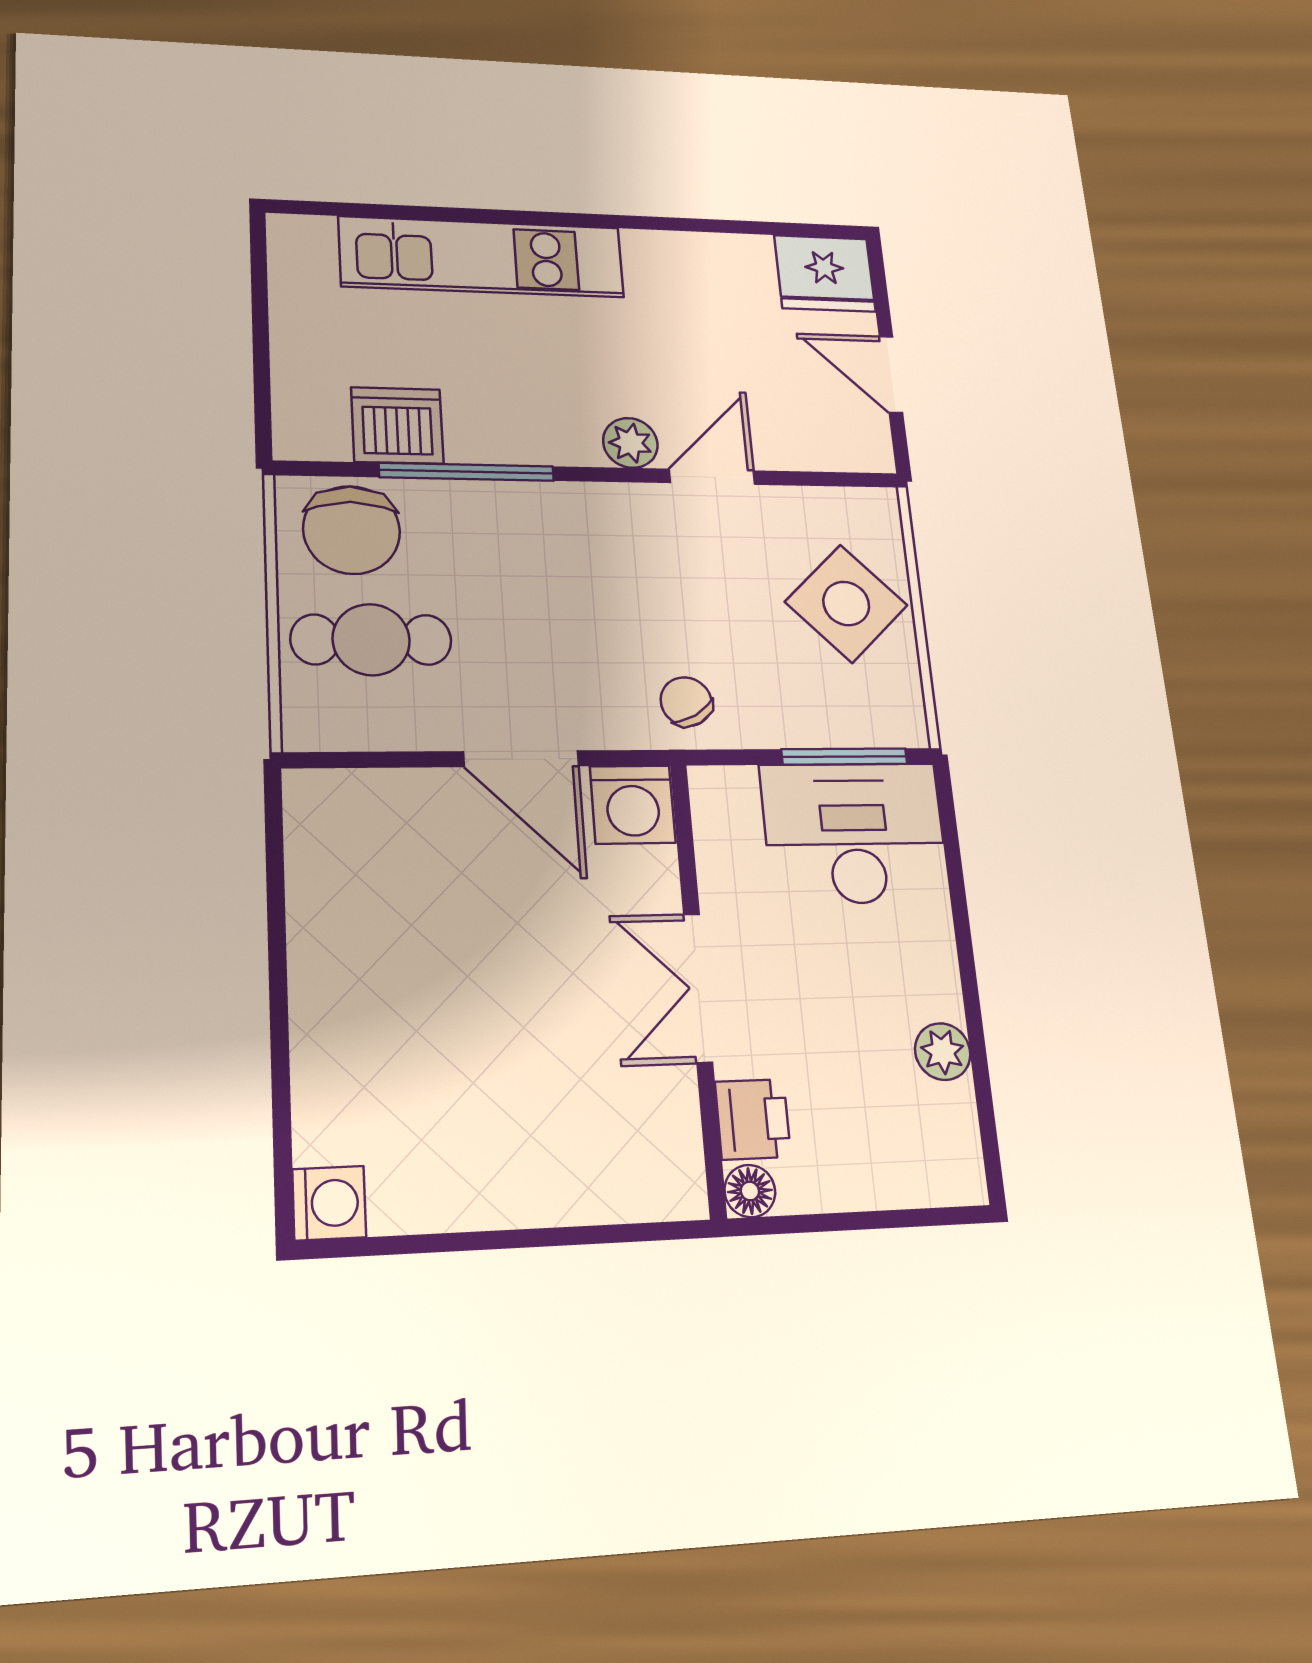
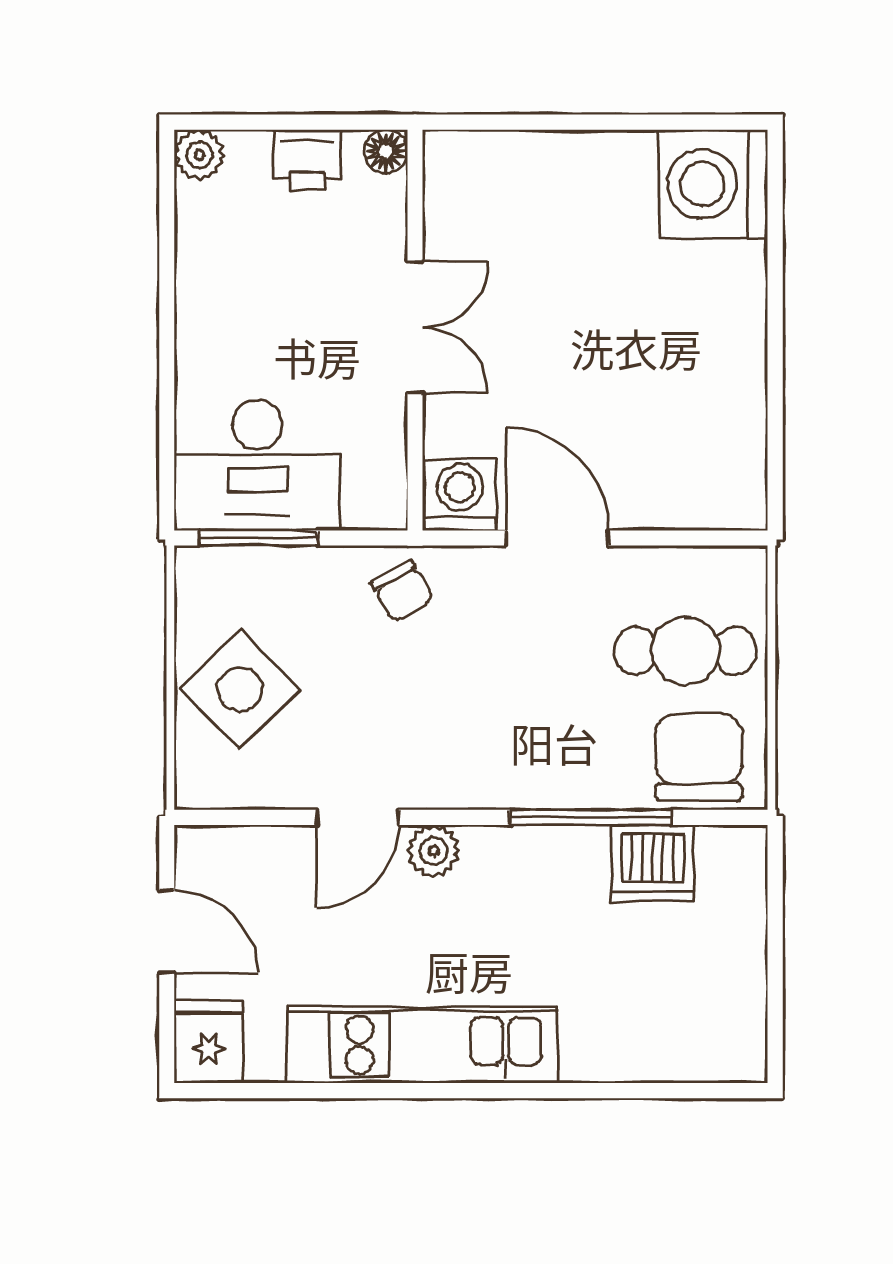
kitchen unit: (482, 257) -> (422, 1045), moved
fridge: (825, 273) -> (209, 1042), width x0.72
plant: (943, 1052) -> (199, 155), moved
printer: (753, 1119) -> (307, 160), moved, turned -90
washing machine: (329, 1203) -> (713, 184), width x1.89, depth x1.89

